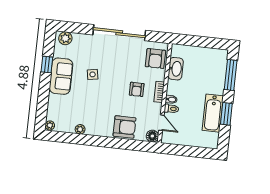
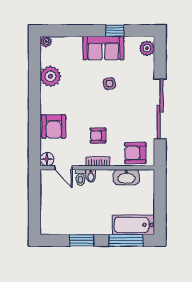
bathtub: (213, 113) -> (133, 225), moved
door: (161, 123) -> (63, 168), hinge flipped
plant: (80, 129) -> (50, 76), width x1.88, depth x1.88

